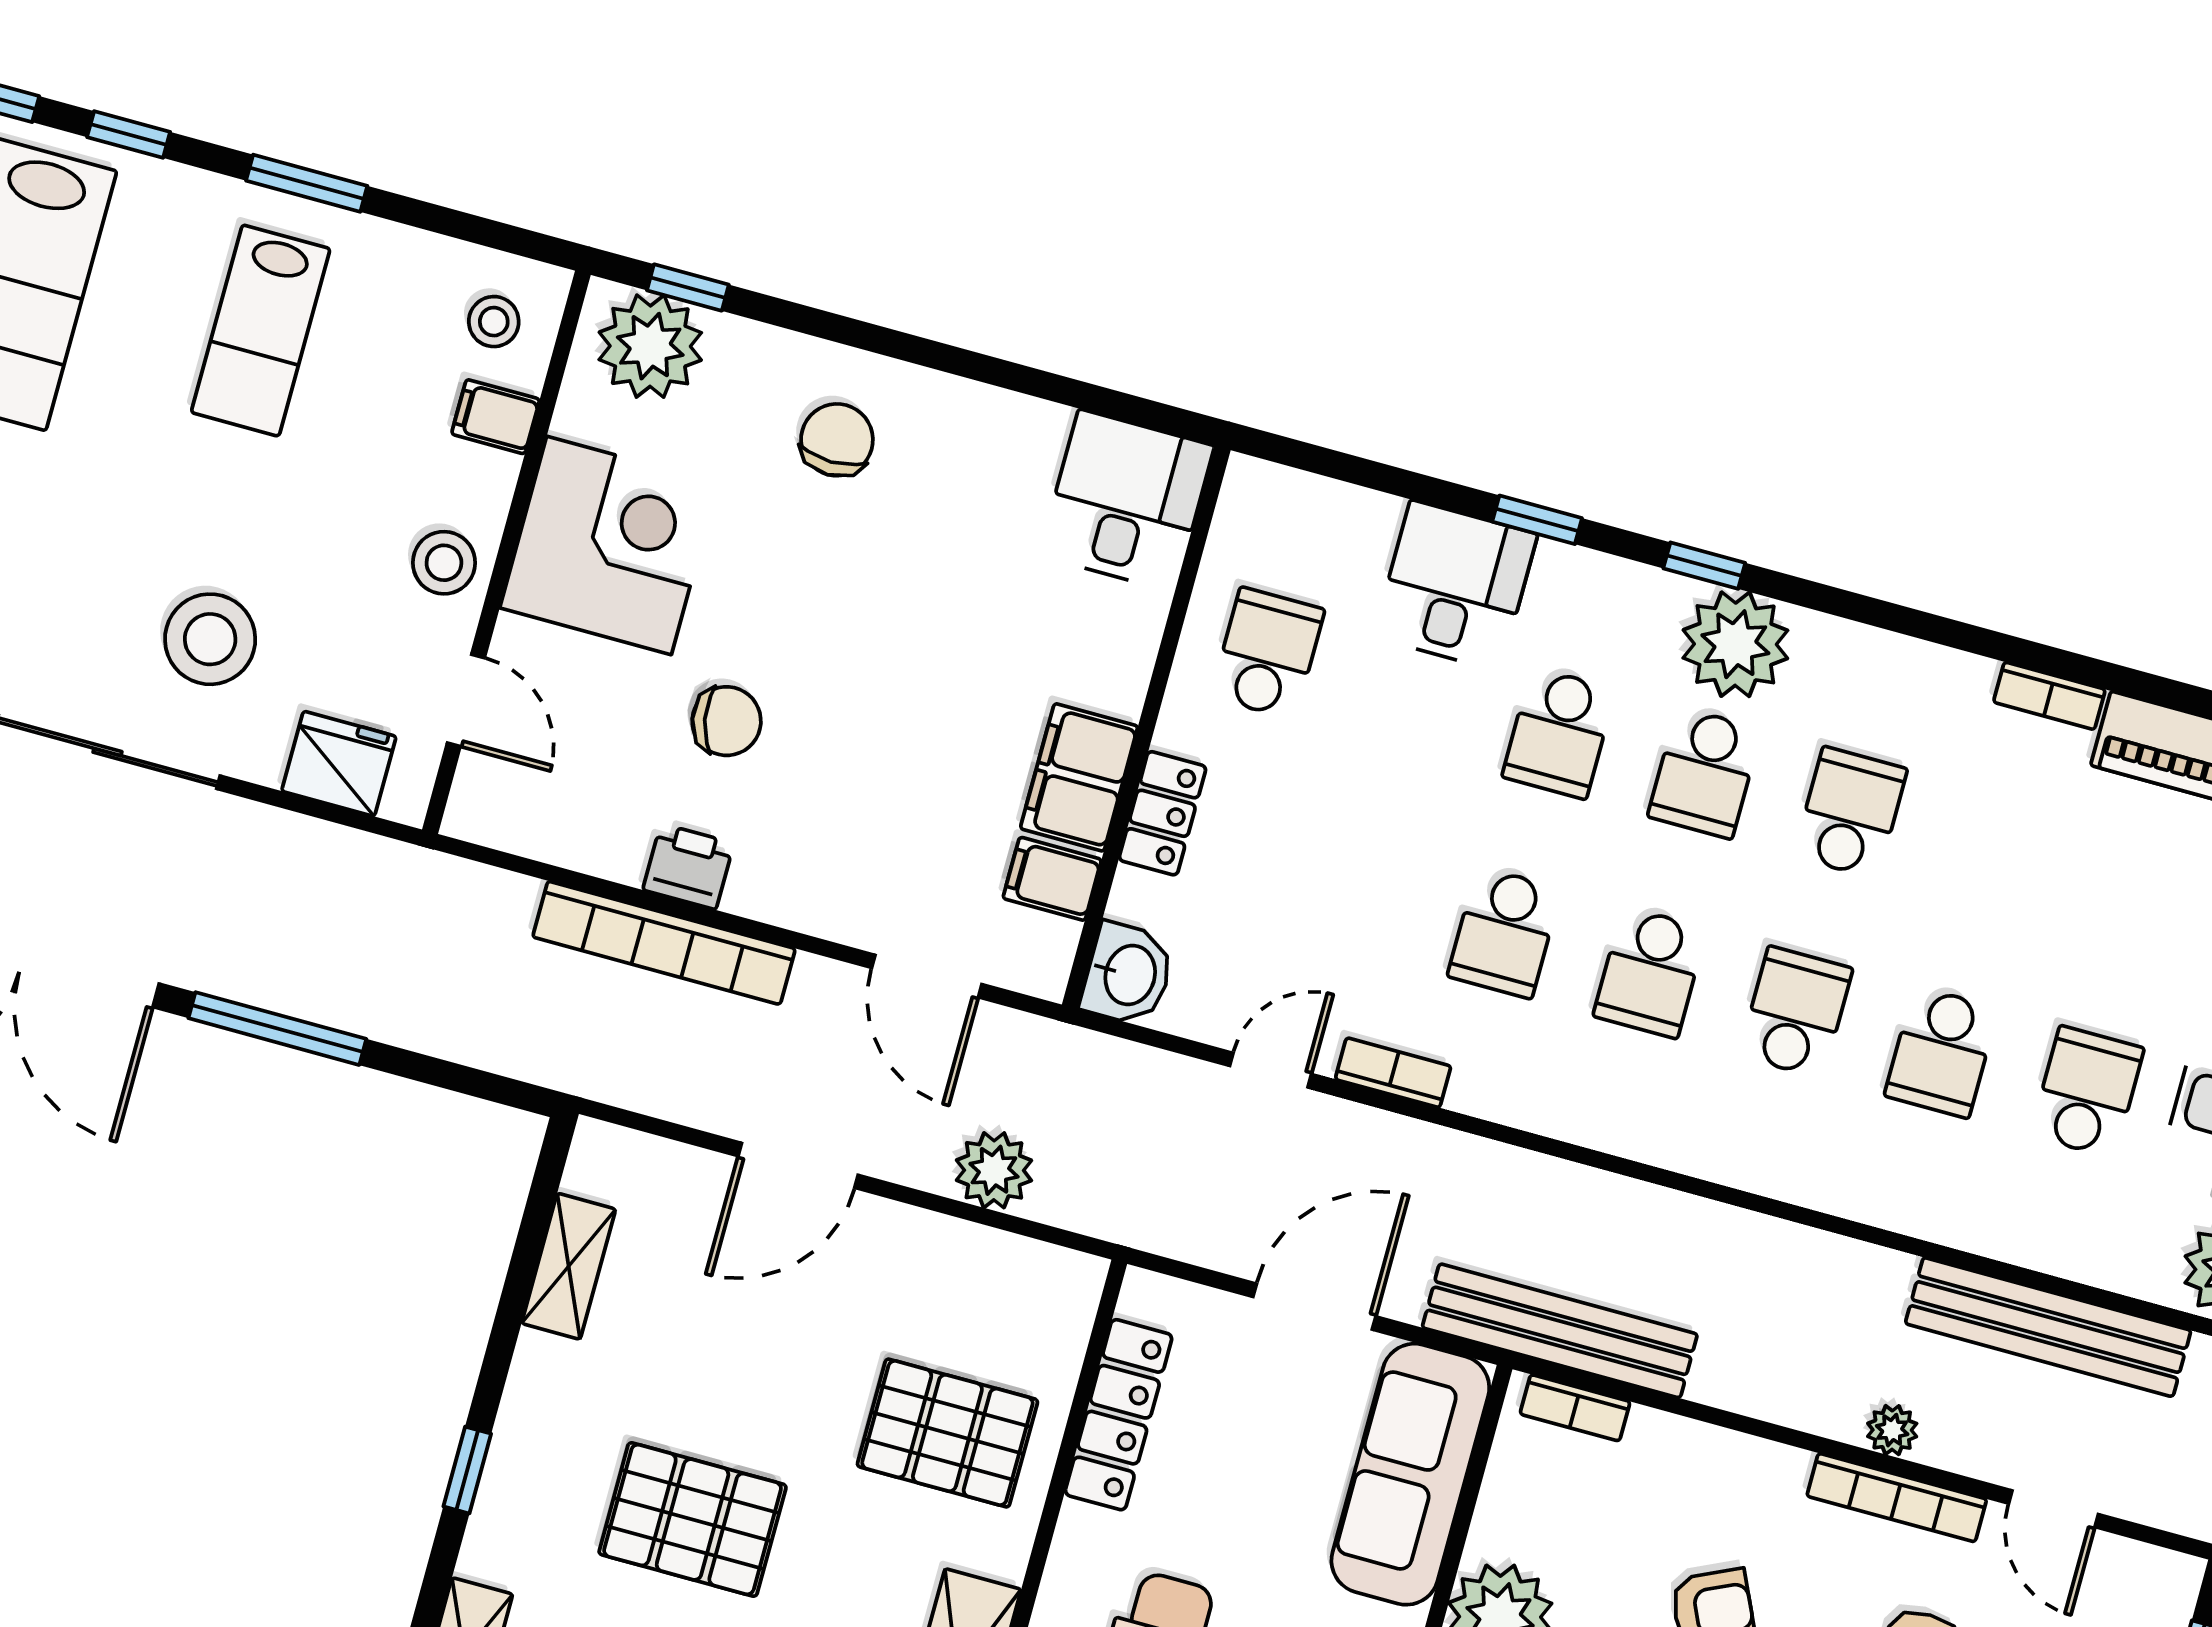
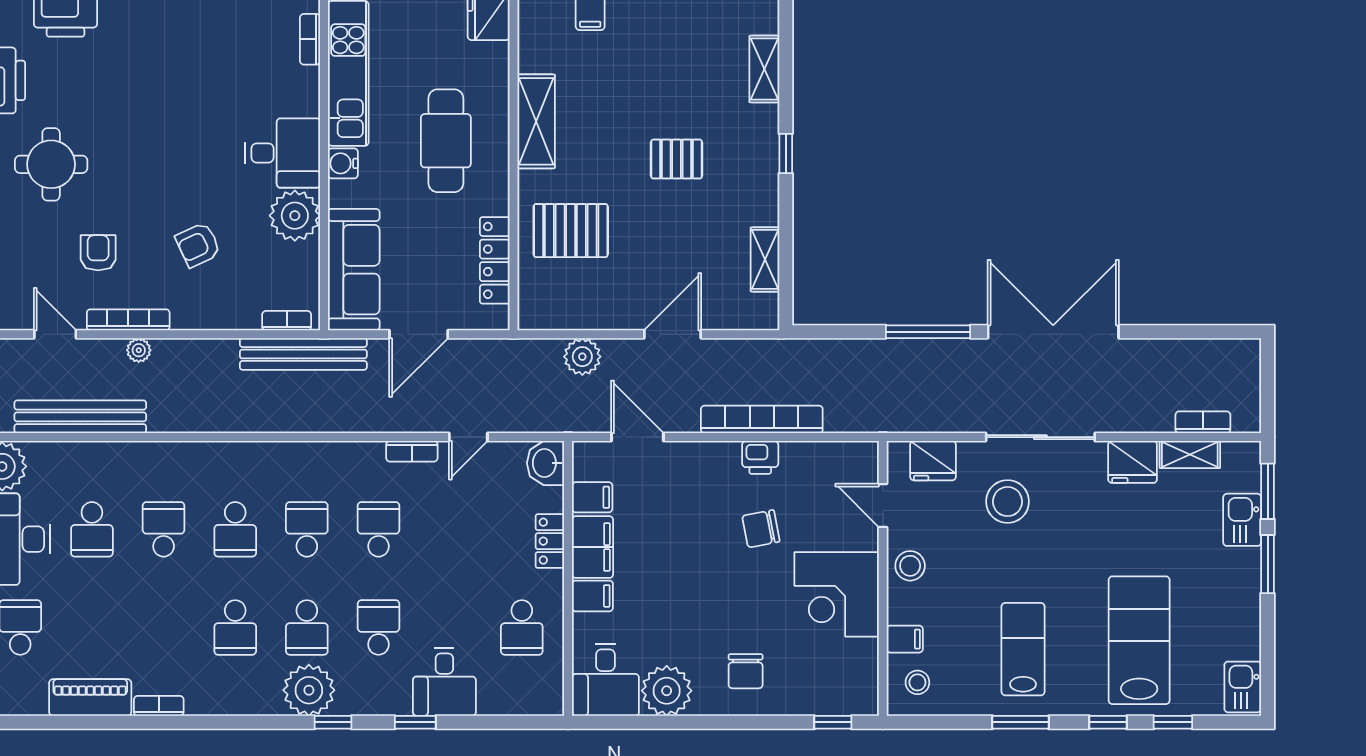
plant: (650, 346) -> (667, 691), moved
filing cabinet: (1106, 678) -> (592, 596), added
school desk: (1705, 773) -> (307, 627), turned 180
pallet: (693, 1520) -> (677, 159), width x0.67, depth x0.71

